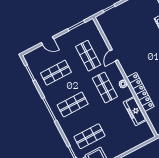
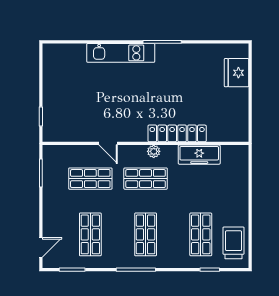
door: (47, 41) -> (41, 247), moved

